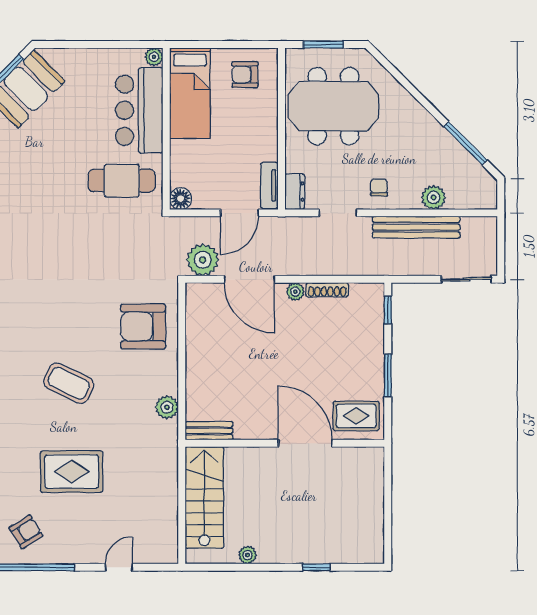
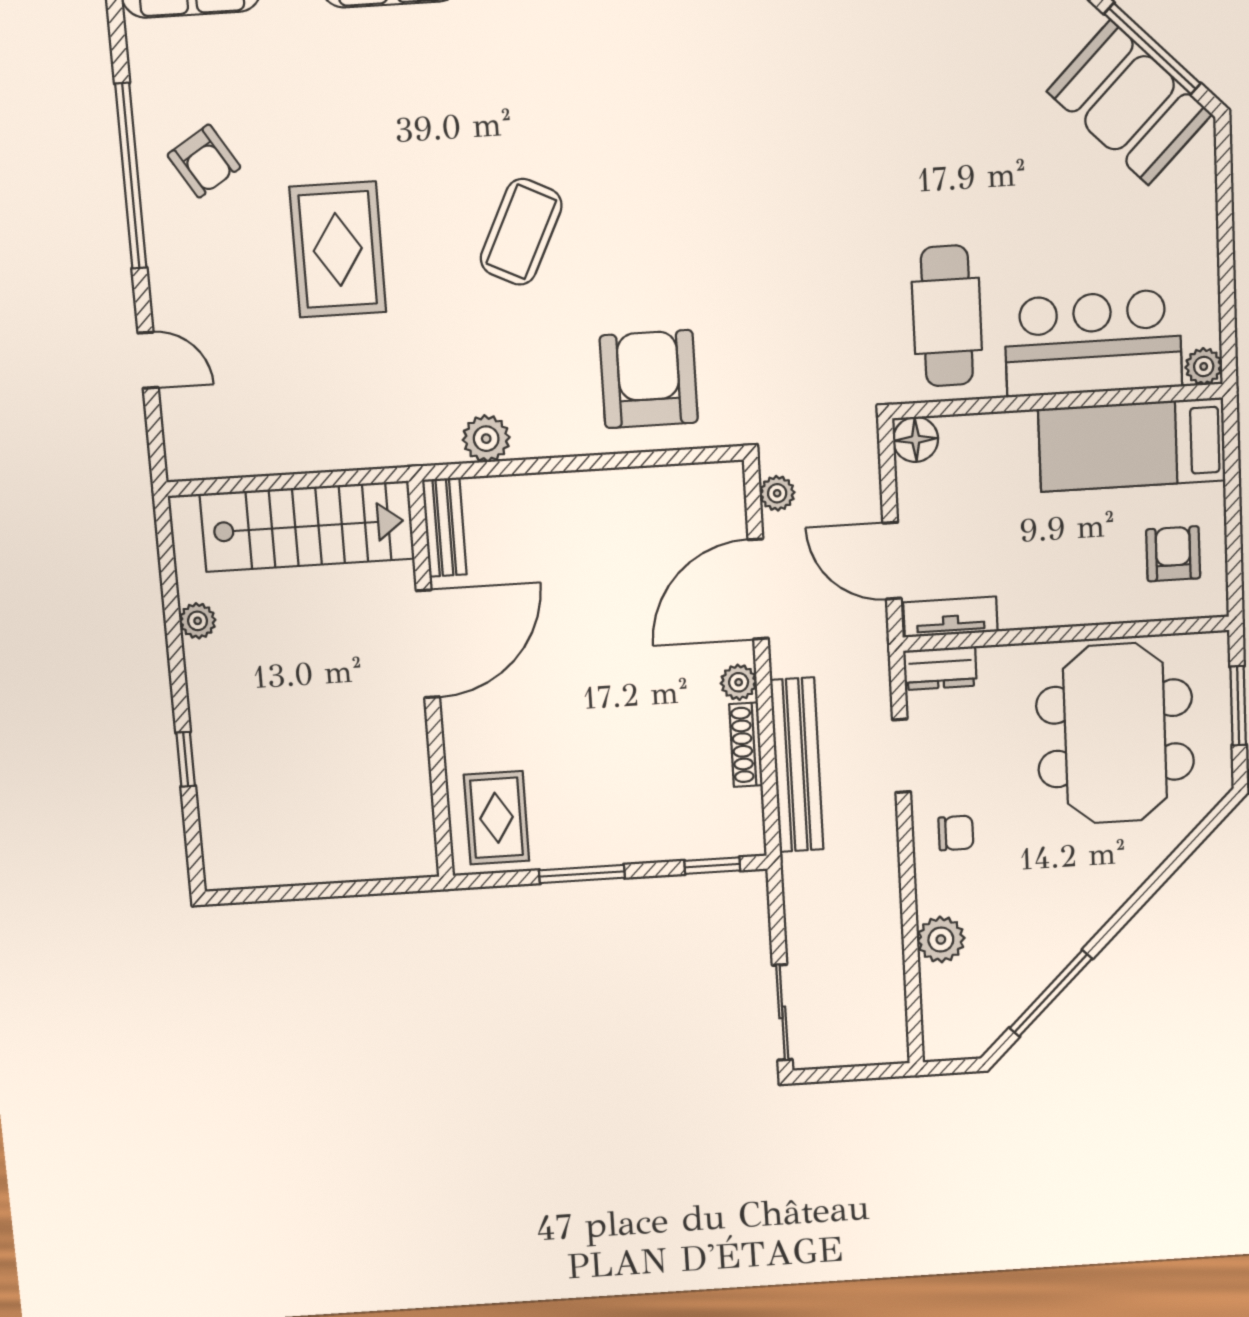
bench: (416, 227) -> (797, 765), moved
plant: (203, 260) -> (777, 493), width x0.53, depth x0.53
door: (305, 443) -> (428, 644), moved

